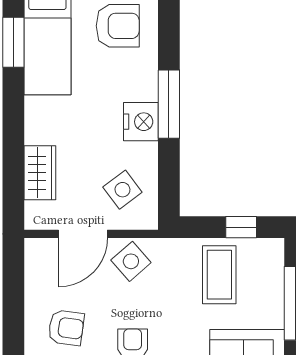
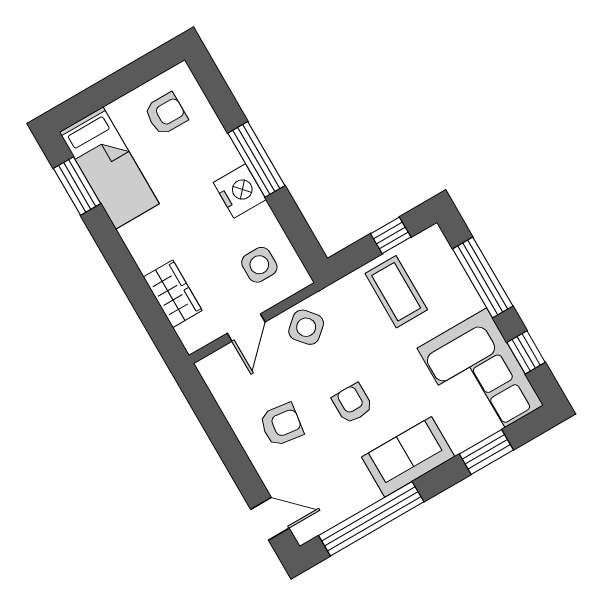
armchair: (118, 26) -> (166, 114), width x0.72, depth x0.72
side table: (122, 190) -> (259, 265), turned 37
door: (83, 234) -> (246, 328), width x0.73

